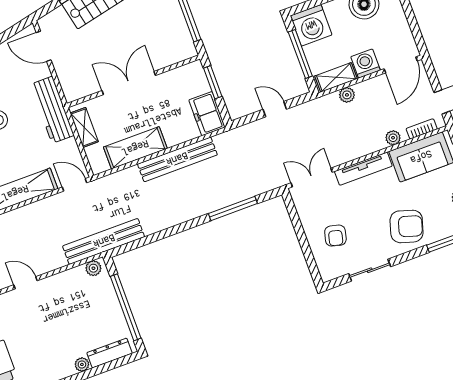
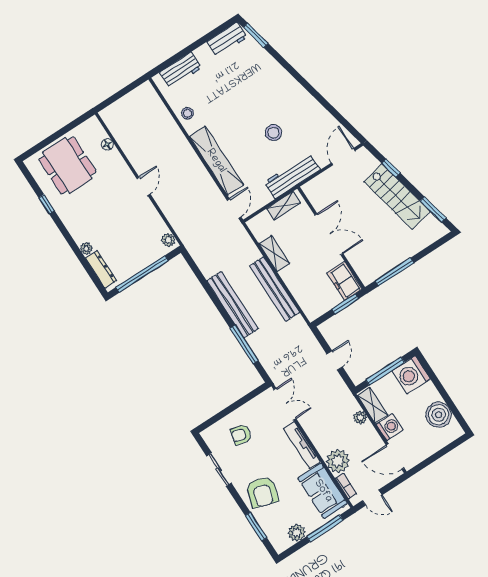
freezer: (207, 114) -> (345, 281), moved, turned -90
plant: (393, 138) -> (338, 461), width x1.88, depth x1.88
shelving: (135, 148) -> (274, 253), width x0.67, depth x0.75
bench: (104, 241) -> (232, 305), moved

